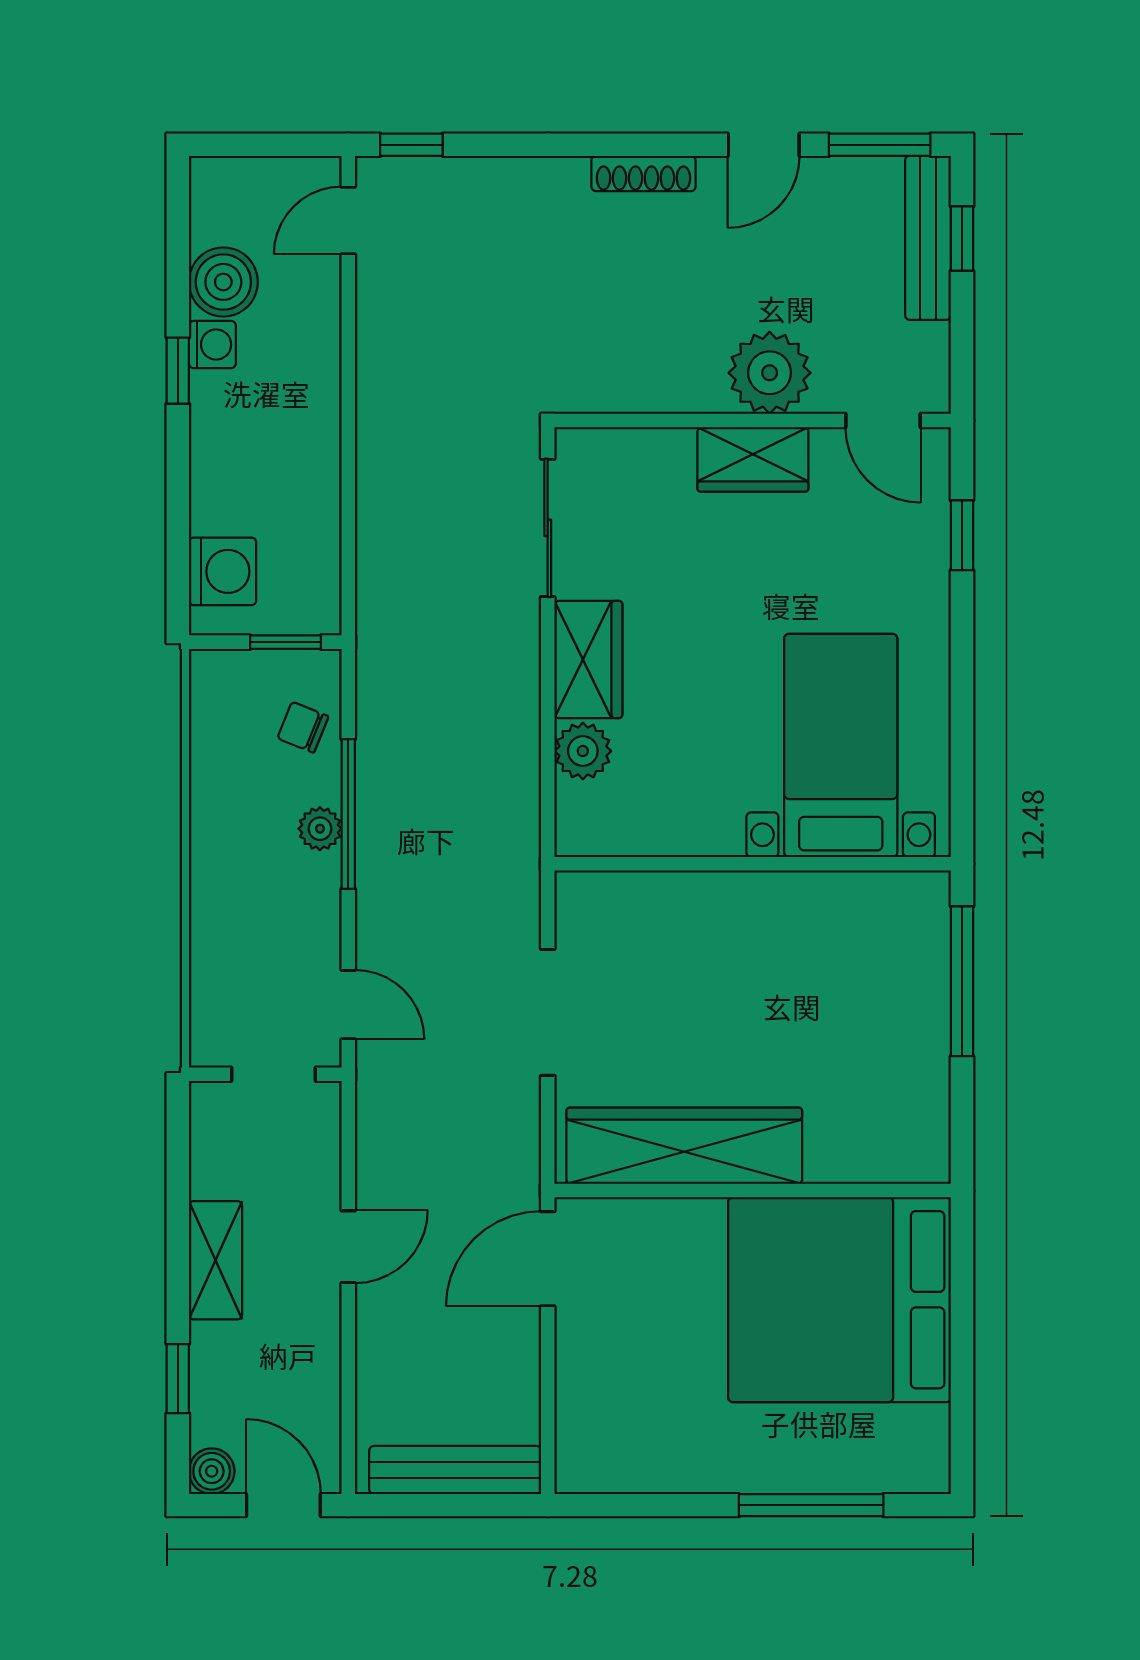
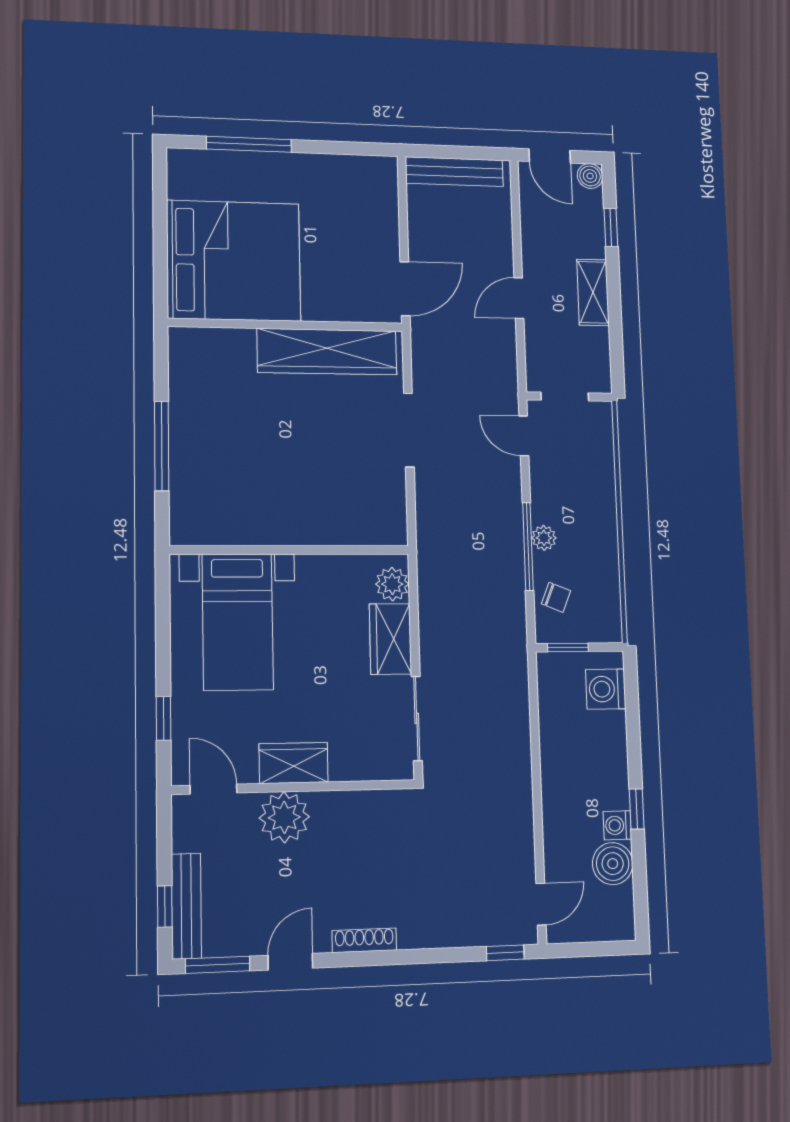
bed with nightstands: (841, 745) -> (238, 622), moved
wall: (753, 864) -> (290, 550), moved

